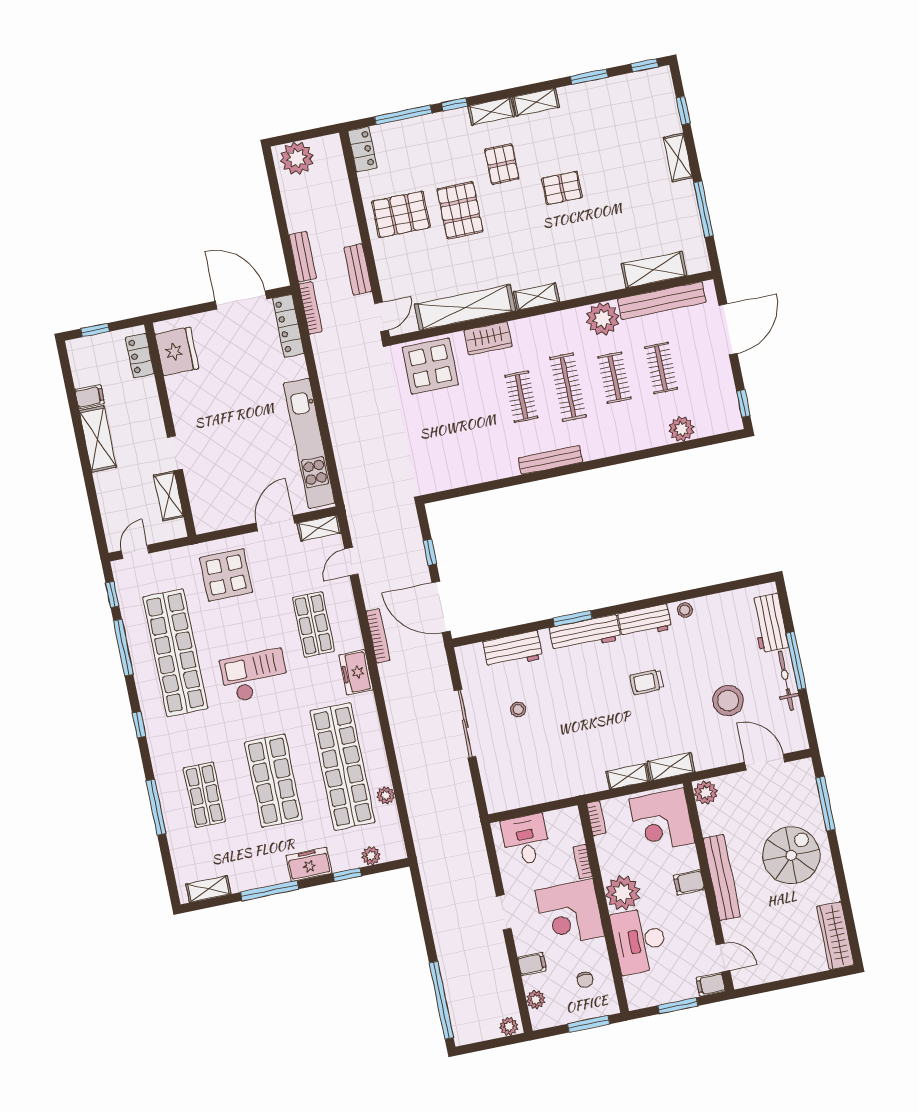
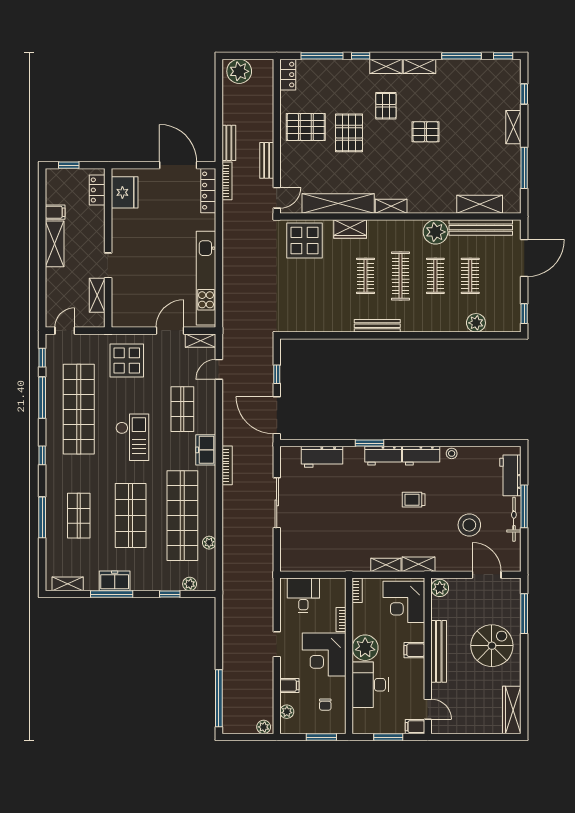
window: (589, 77) -> (462, 56), width x1.44
workbench: (585, 633) -> (383, 456), width x0.73
bookcase: (378, 636) -> (227, 465), moved
checkout: (254, 676) -> (132, 437), turned 90
stool: (518, 709) -> (317, 500), removed
freezer: (309, 864) -> (115, 581), moved

